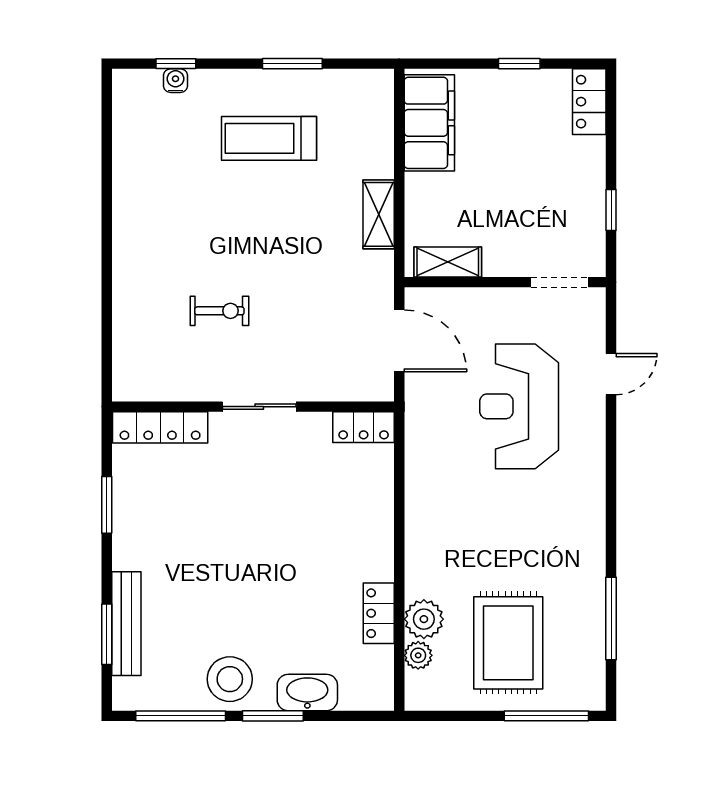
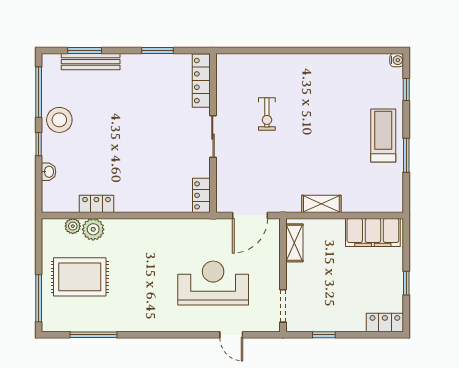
water cooler: (175, 81) -> (397, 60), moved
treadmill: (269, 138) -> (383, 136), moved
washbasin: (307, 692) -> (49, 172), width x0.52, depth x0.69
window: (273, 716) -> (39, 144), width x0.67

